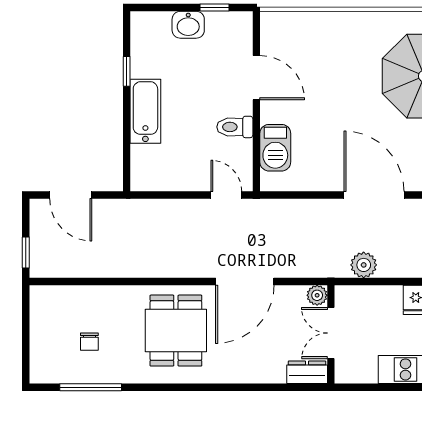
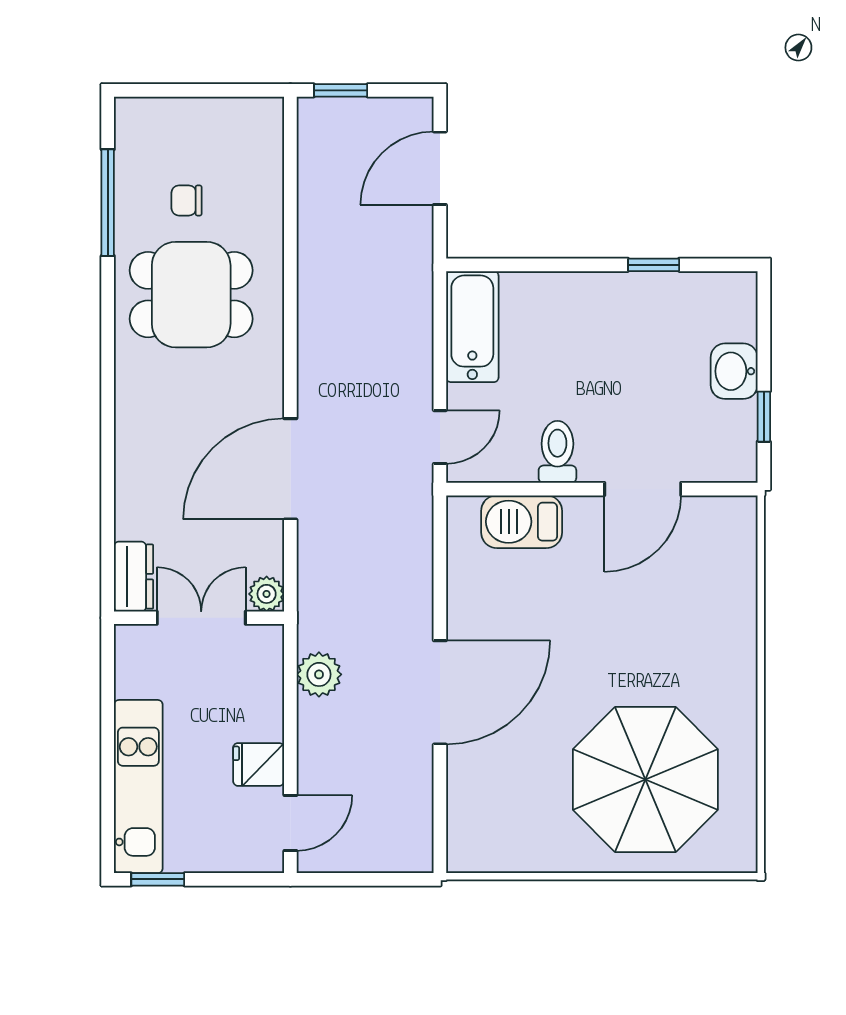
bathtub: (145, 111) -> (472, 327), moved, turned -90
door: (245, 281) -> (290, 469), hinge flipped
dining table: (176, 331) -> (191, 295), moved

